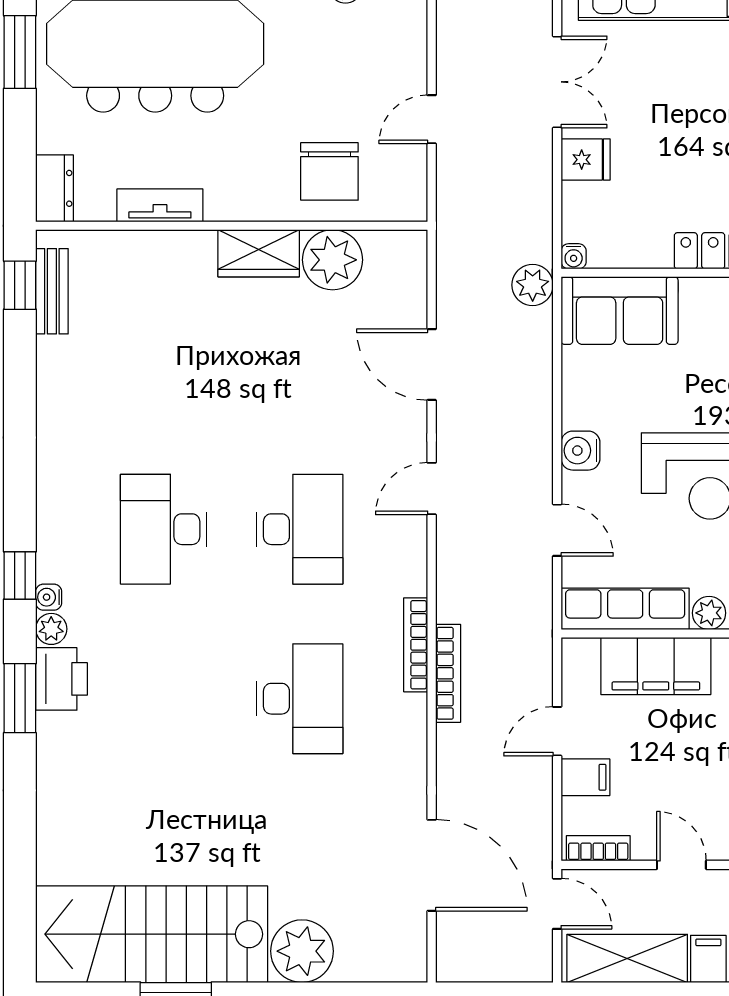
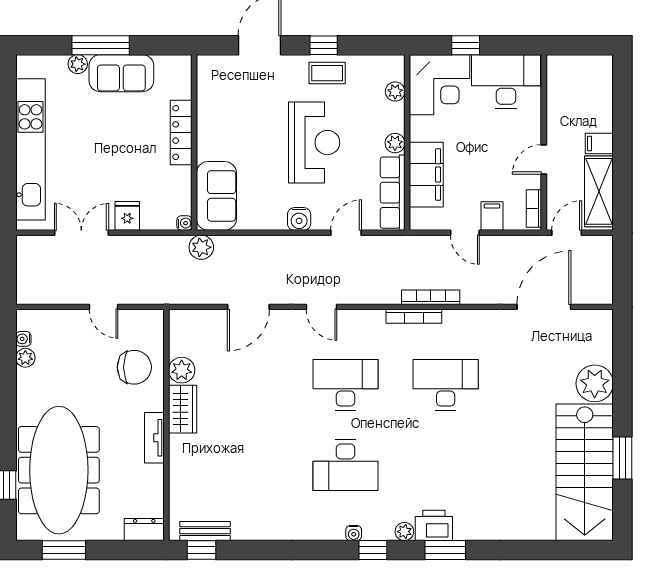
tv unit: (160, 205) -> (154, 438), moved
plant: (333, 260) -> (182, 370), width x0.73, depth x0.73
water cooler: (49, 597) -> (354, 533), moved

